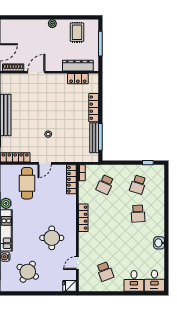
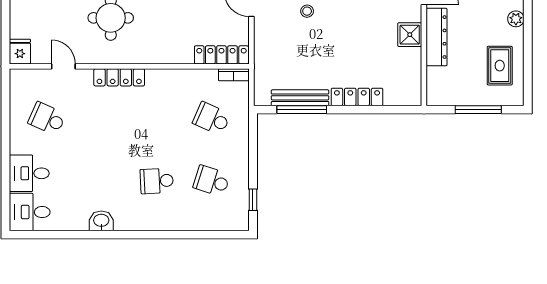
rug: (77, 32) -> (500, 66), turned 90
dresser: (78, 66) -> (436, 37), moved
locker: (78, 79) -> (412, 67), removed
shower: (61, 80) -> (410, 35), added
locker: (83, 218) -> (119, 77), moved
school desk: (105, 272) -> (47, 119), turned 45

